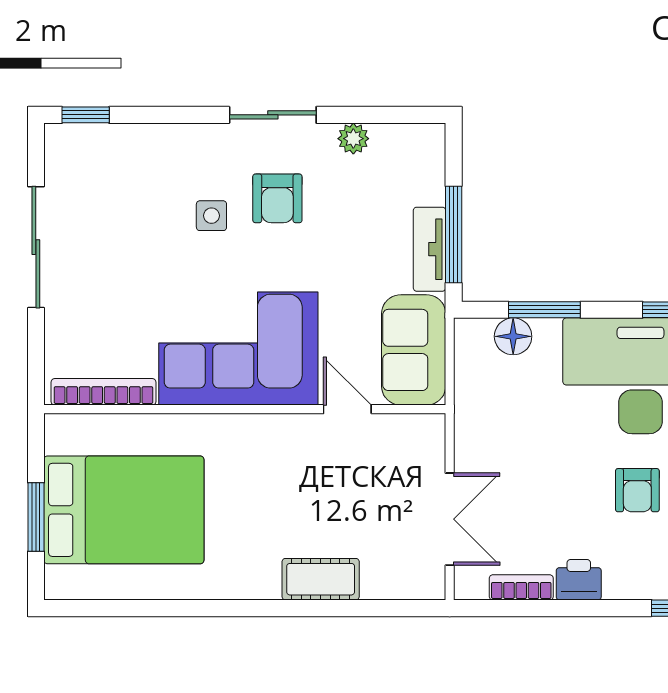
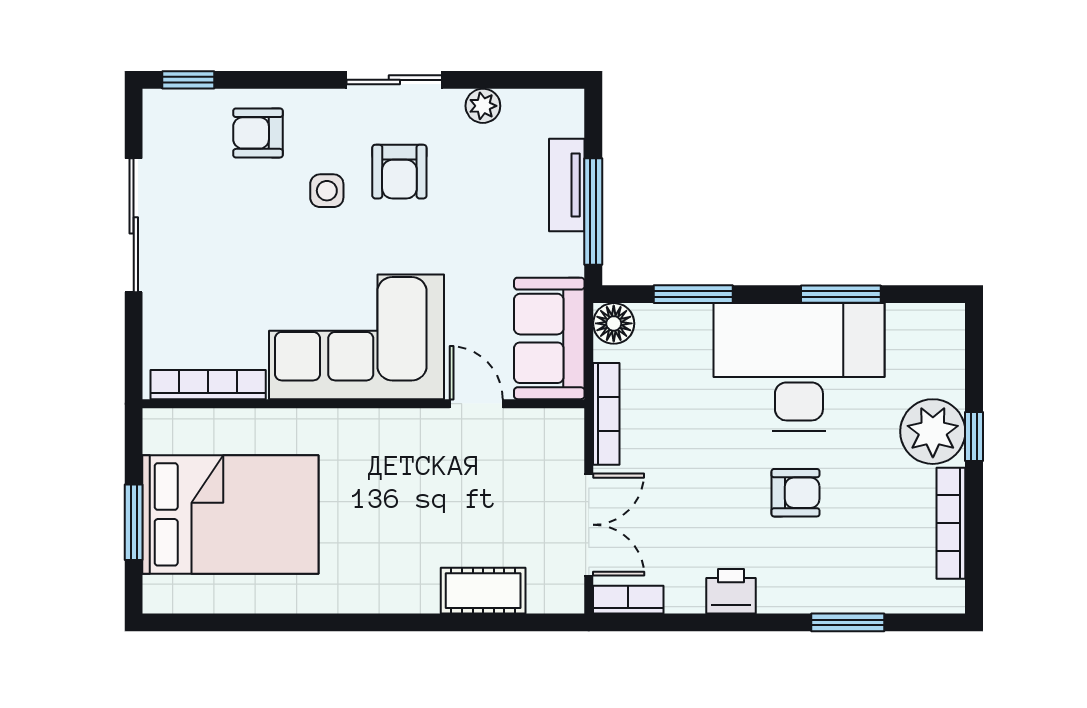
armchair: (149, 163) -> (258, 133), added
tv unit: (430, 249) -> (567, 185), moved
floor lamp: (513, 336) -> (614, 323), moved
bookcase: (465, 418) -> (606, 414), added
armchair: (637, 490) -> (795, 493), turned -90
cot: (321, 579) -> (483, 591), moved
bookcase: (521, 587) -> (628, 600), moved

